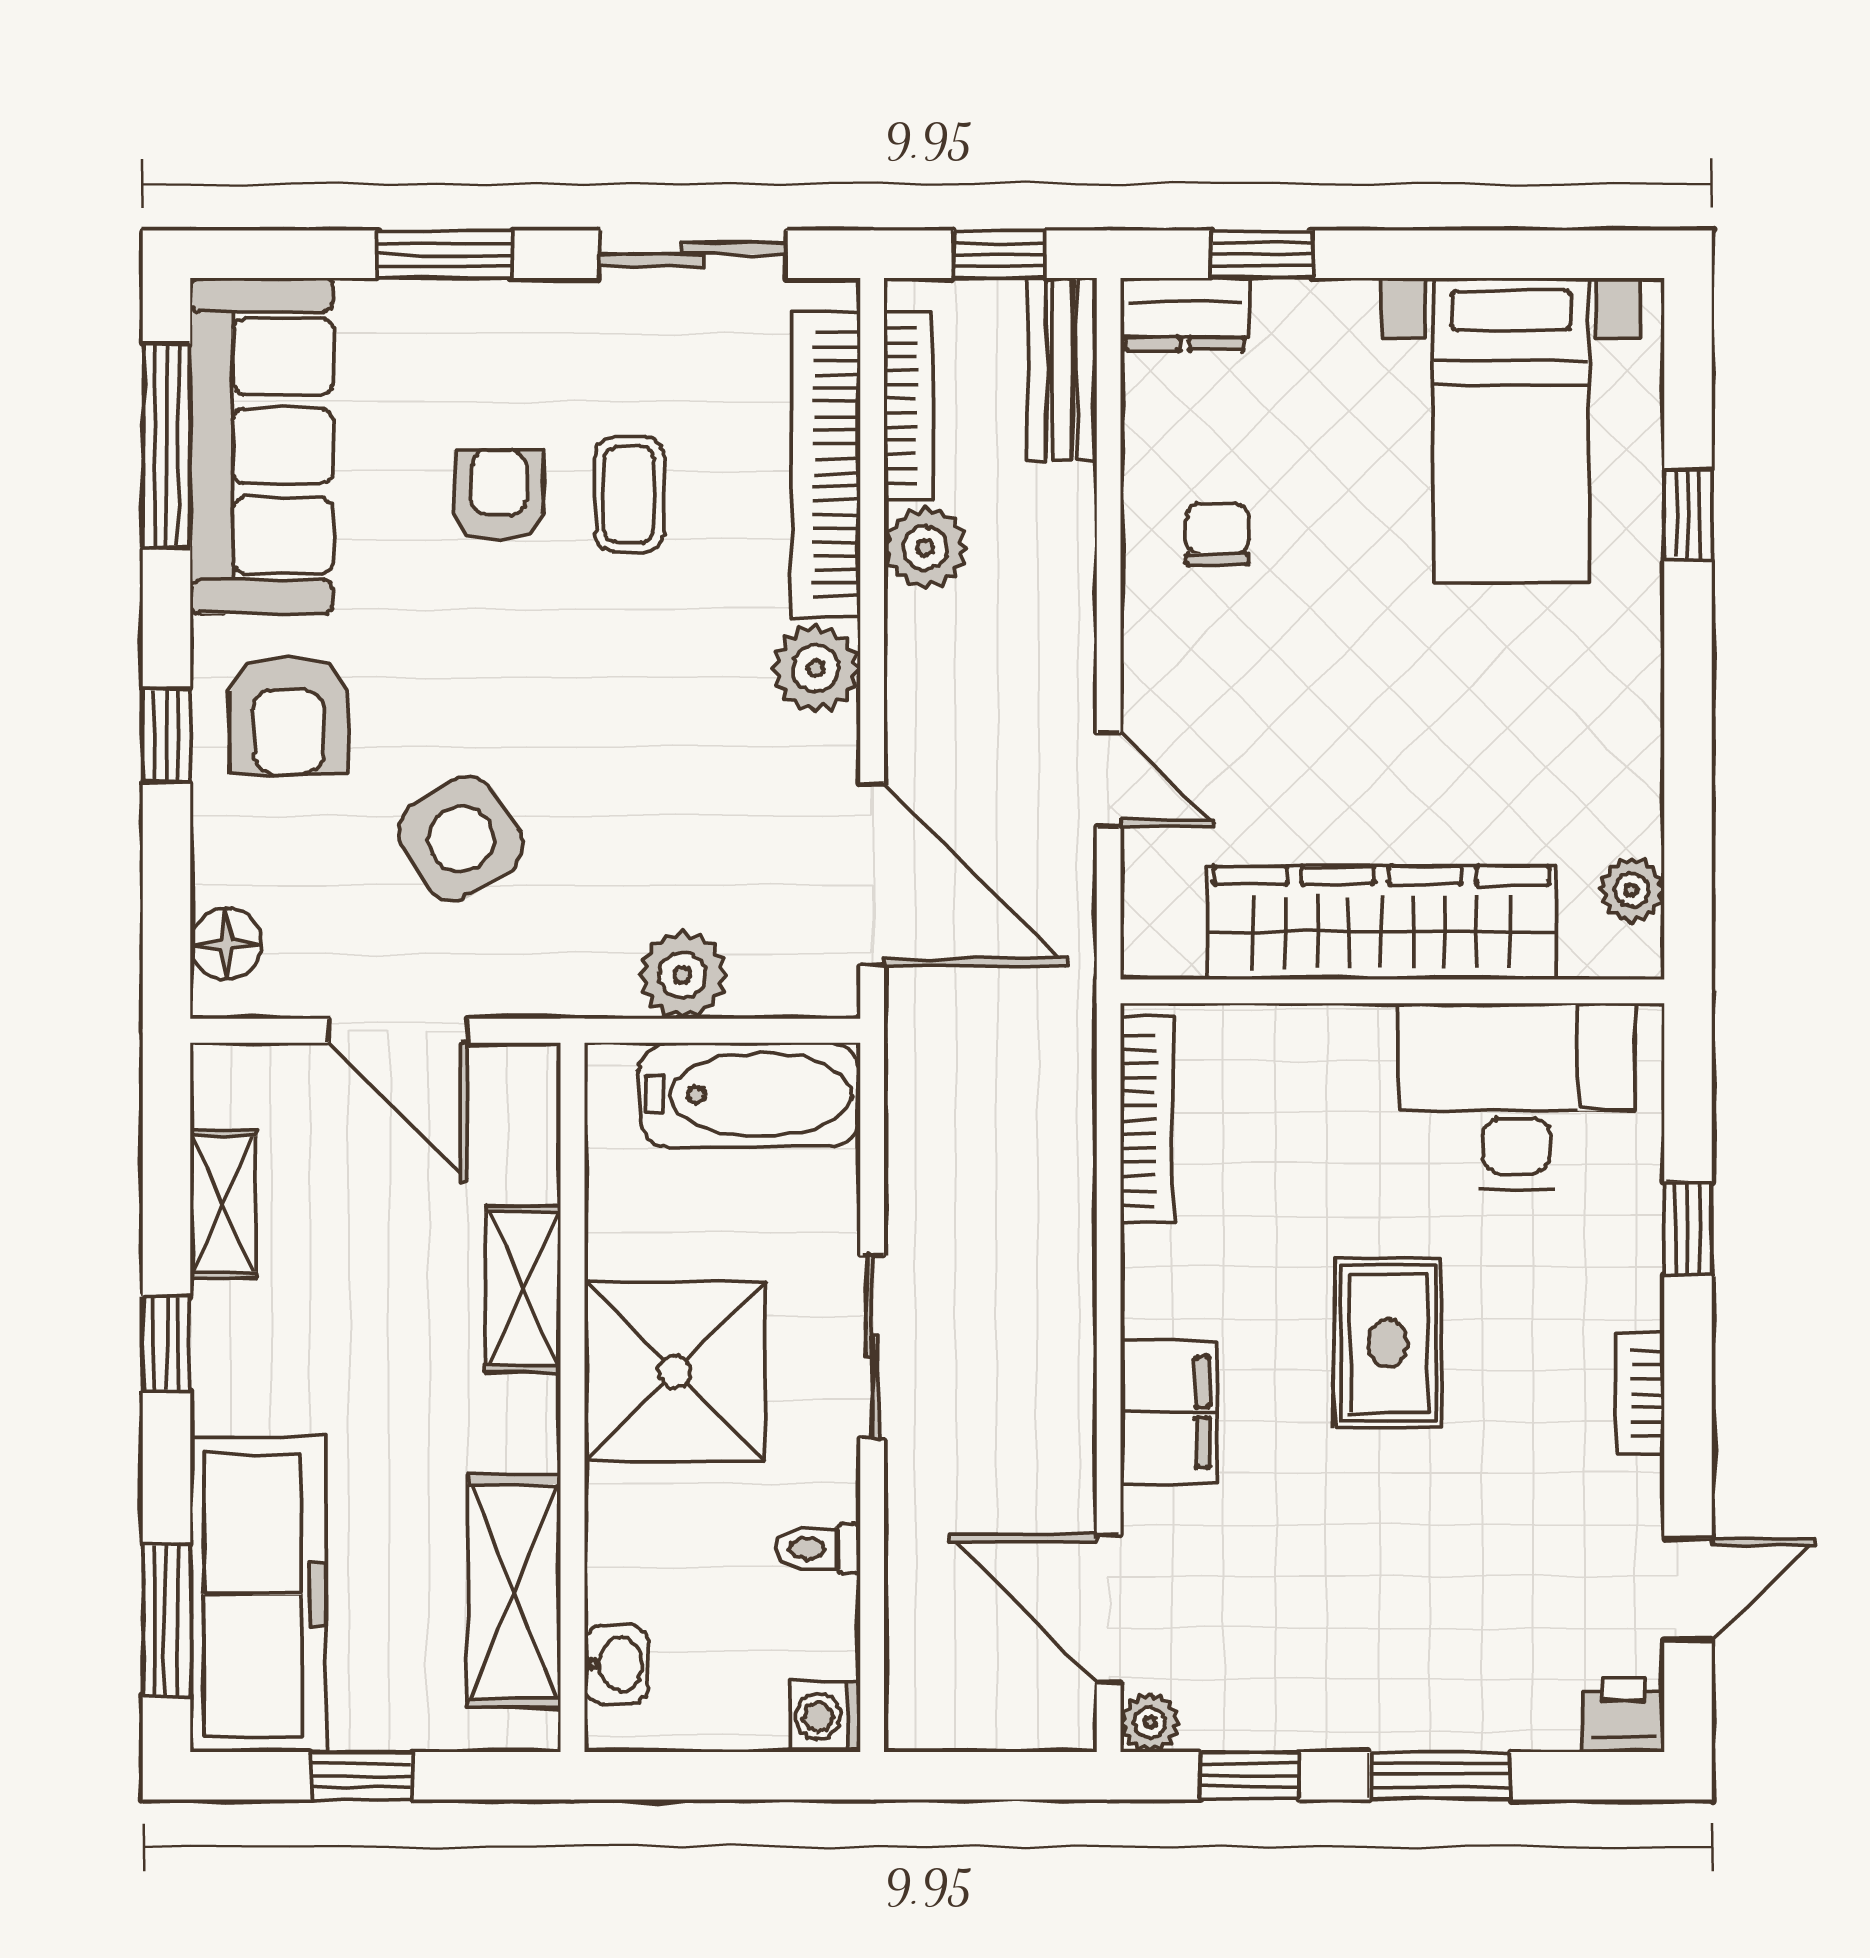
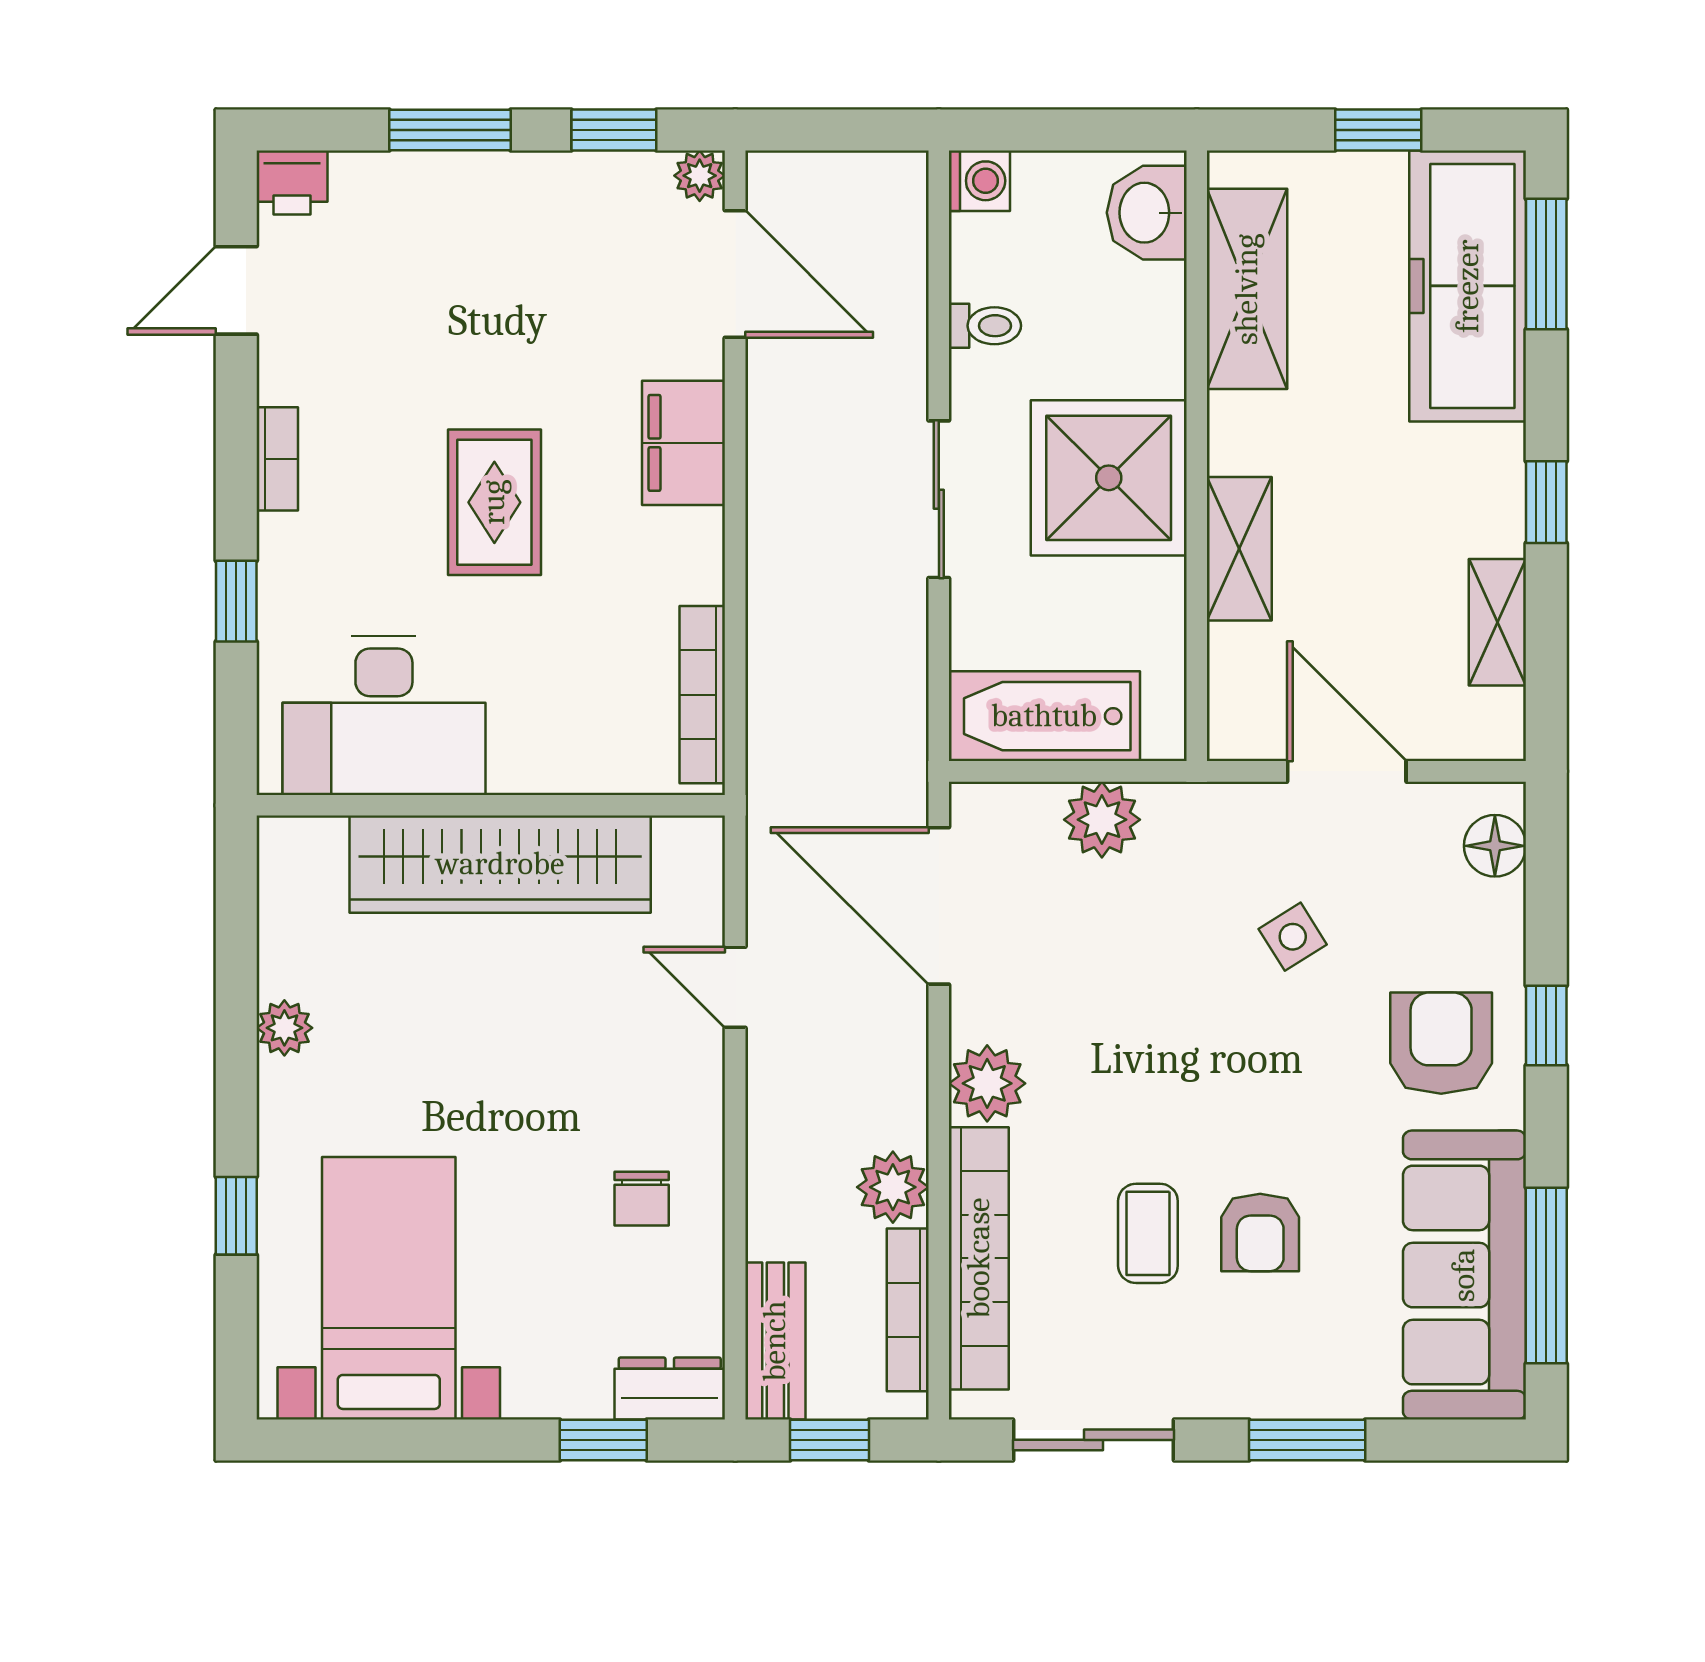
side table: (461, 839) -> (1293, 937), width x0.54, depth x0.54
plant: (1632, 890) -> (284, 1028), moved
washbasin: (616, 1665) -> (1147, 213), width x1.38, depth x1.45

